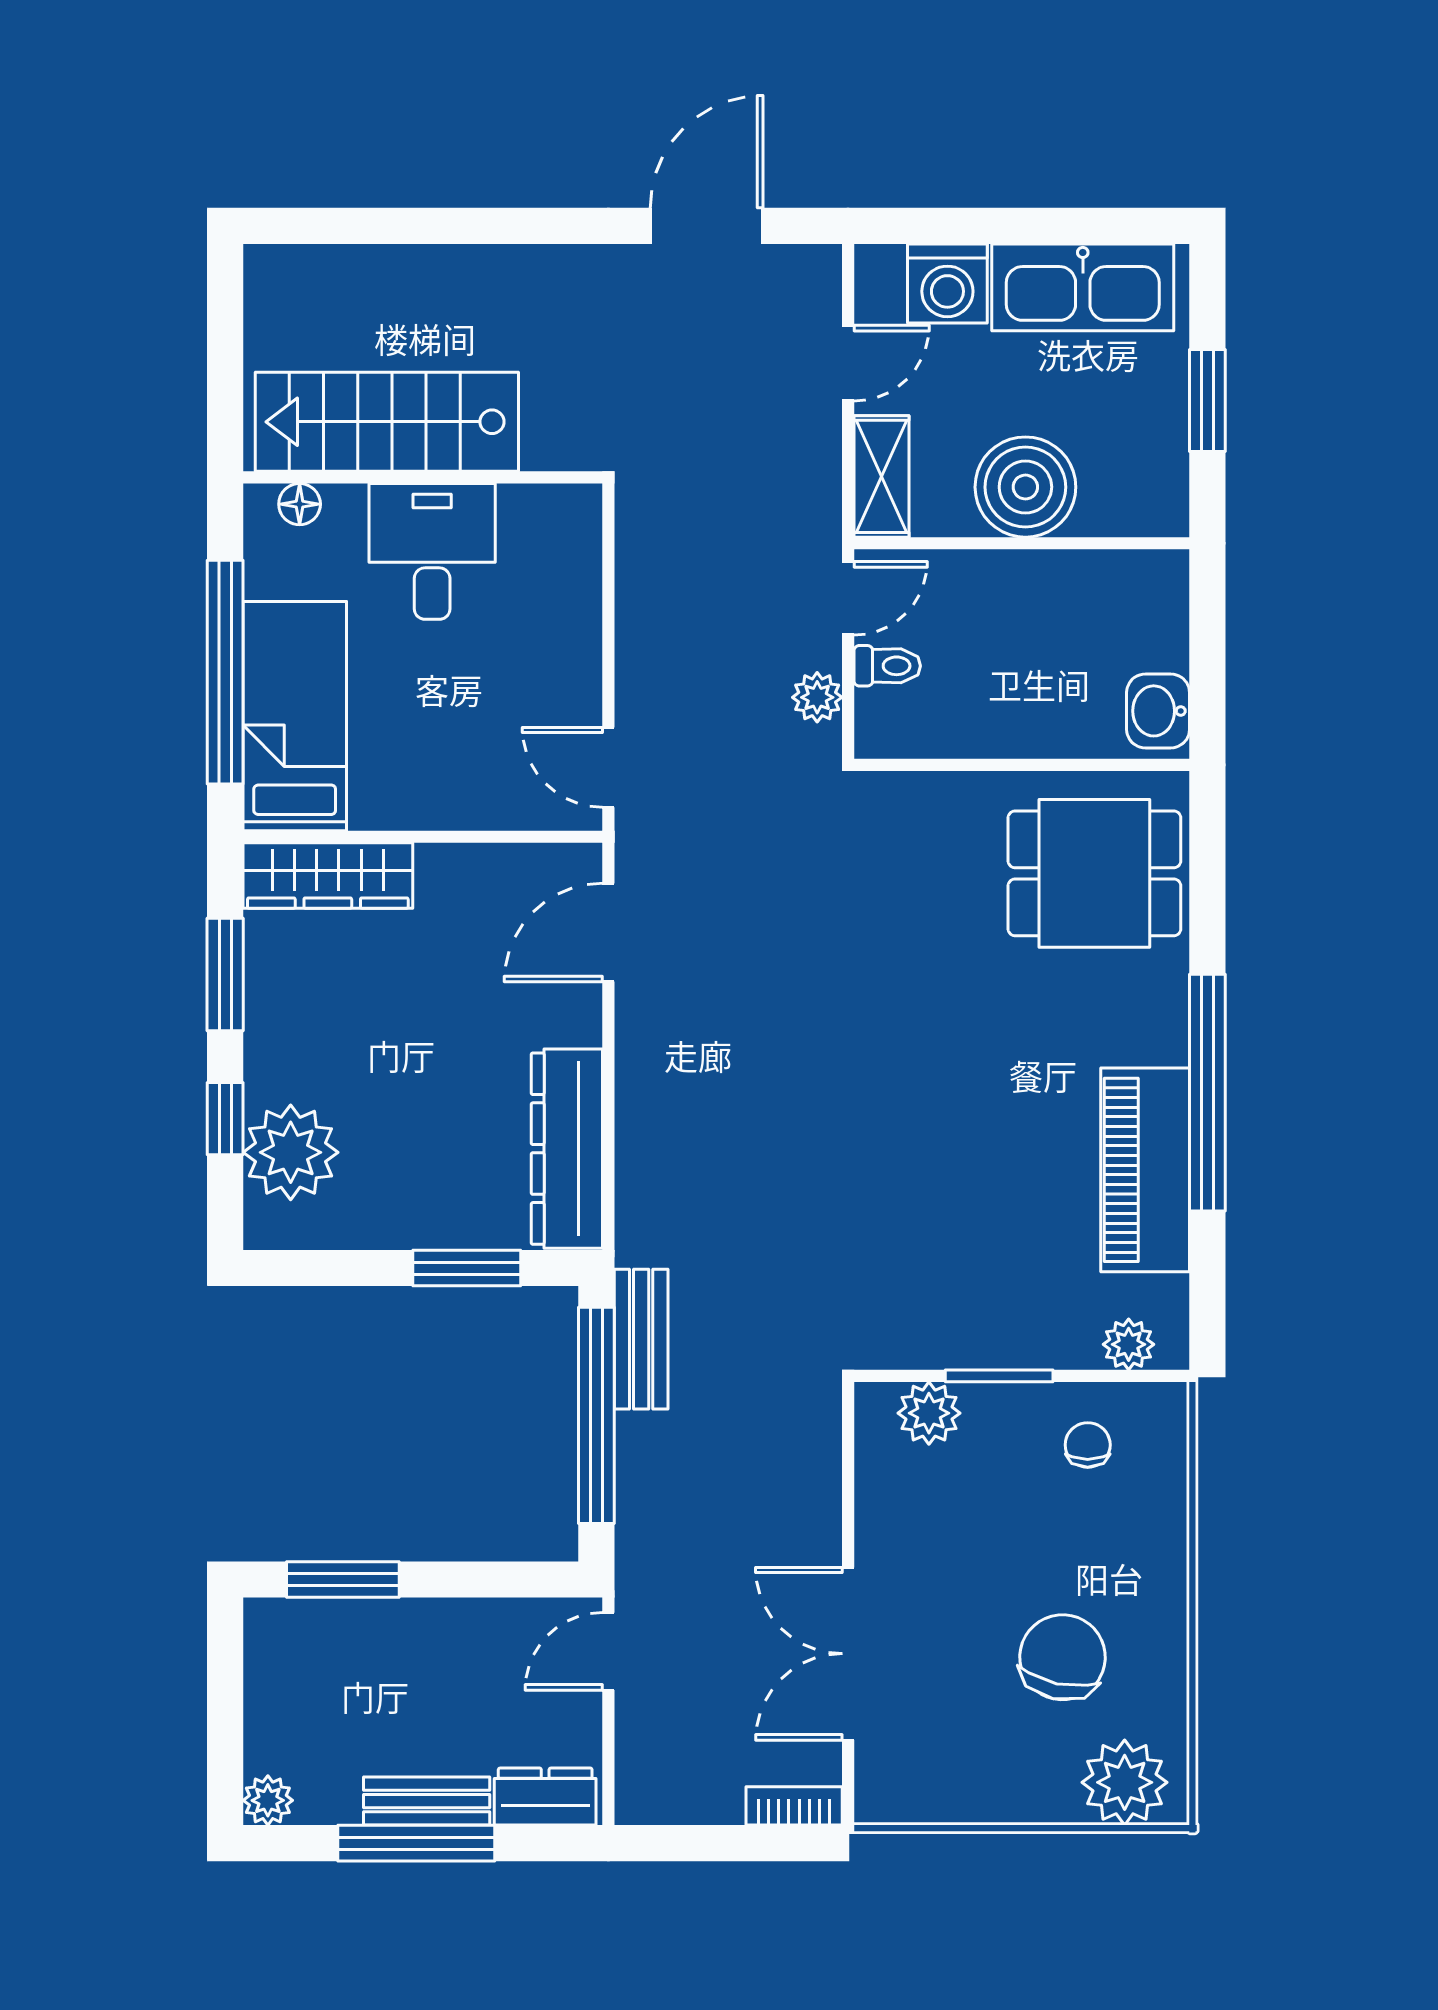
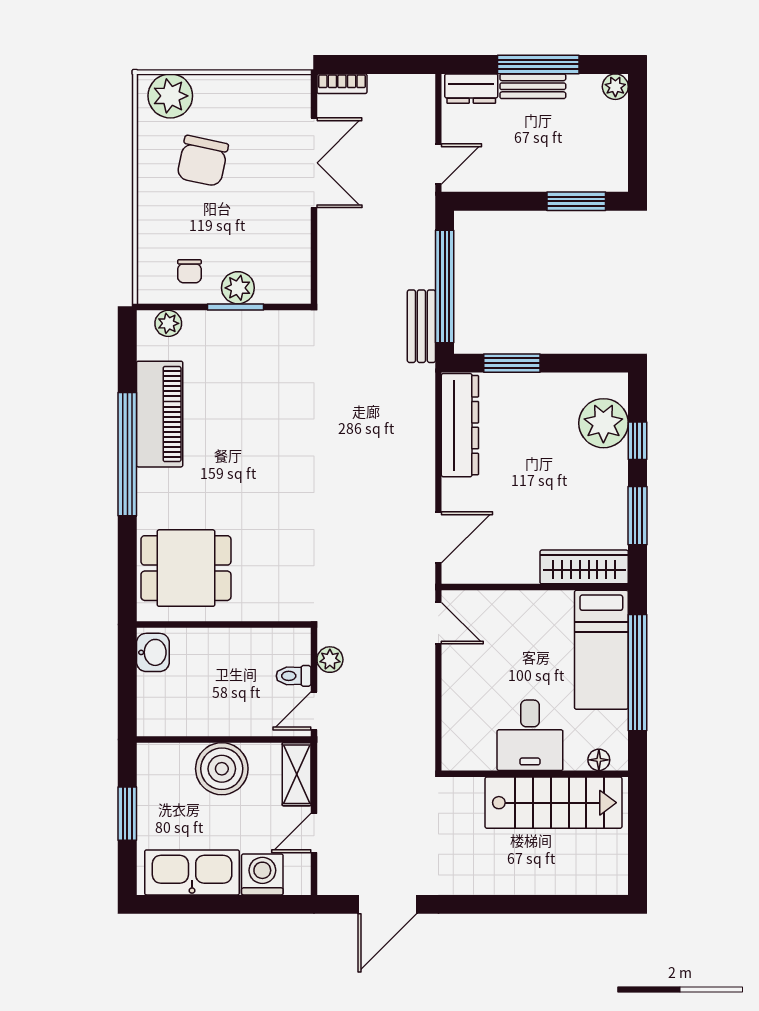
plant: (929, 1413) -> (238, 288), moved

